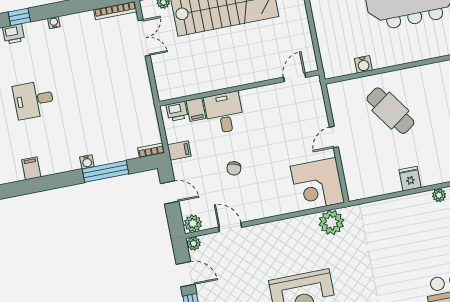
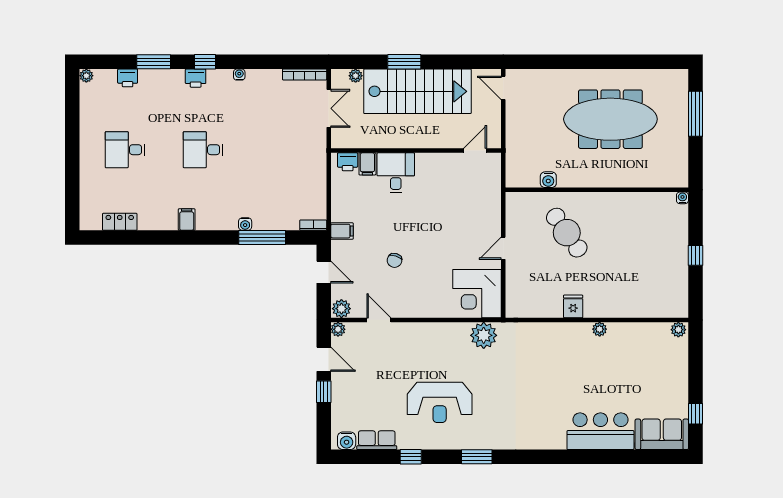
door: (295, 77) -> (475, 151), moved
wall: (239, 88) -> (416, 151), moved
filing cabinet: (196, 110) -> (367, 164), moved
printer: (177, 111) -> (348, 162), moved
desk: (224, 113) -> (396, 173), moved

